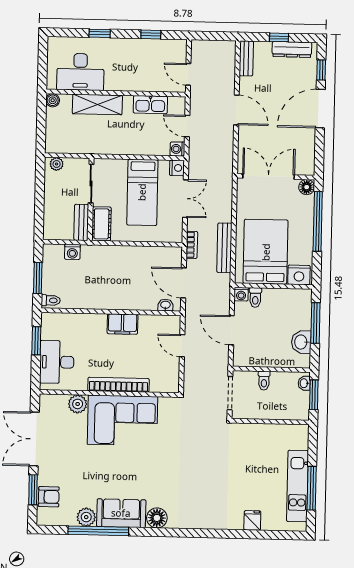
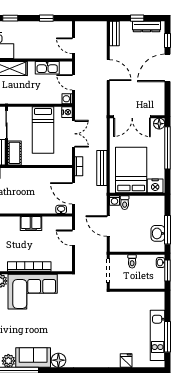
double door: (269, 176) -> (132, 117), swing flipped
window: (315, 323) -> (168, 230), moved

